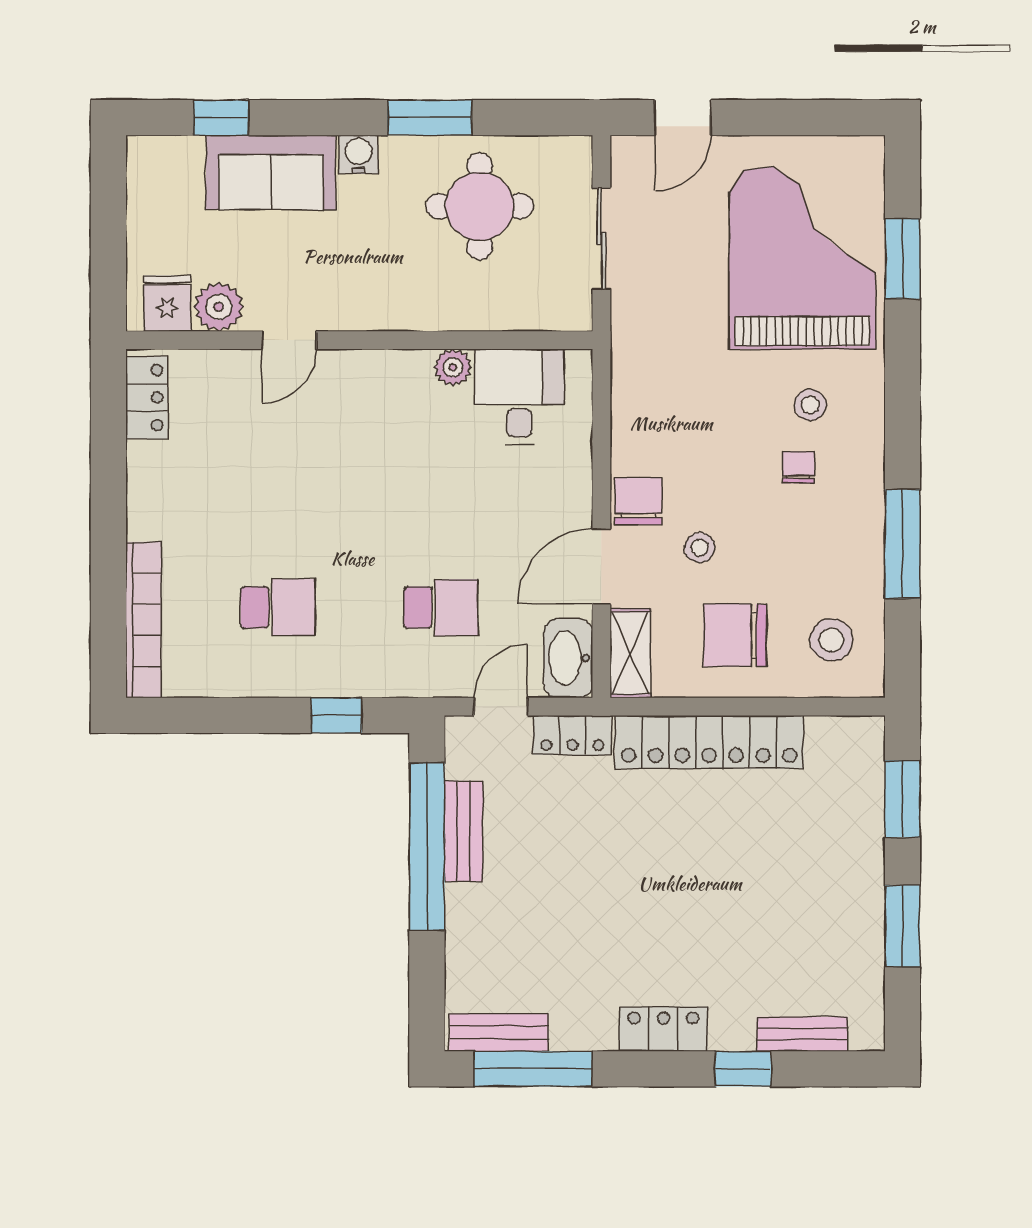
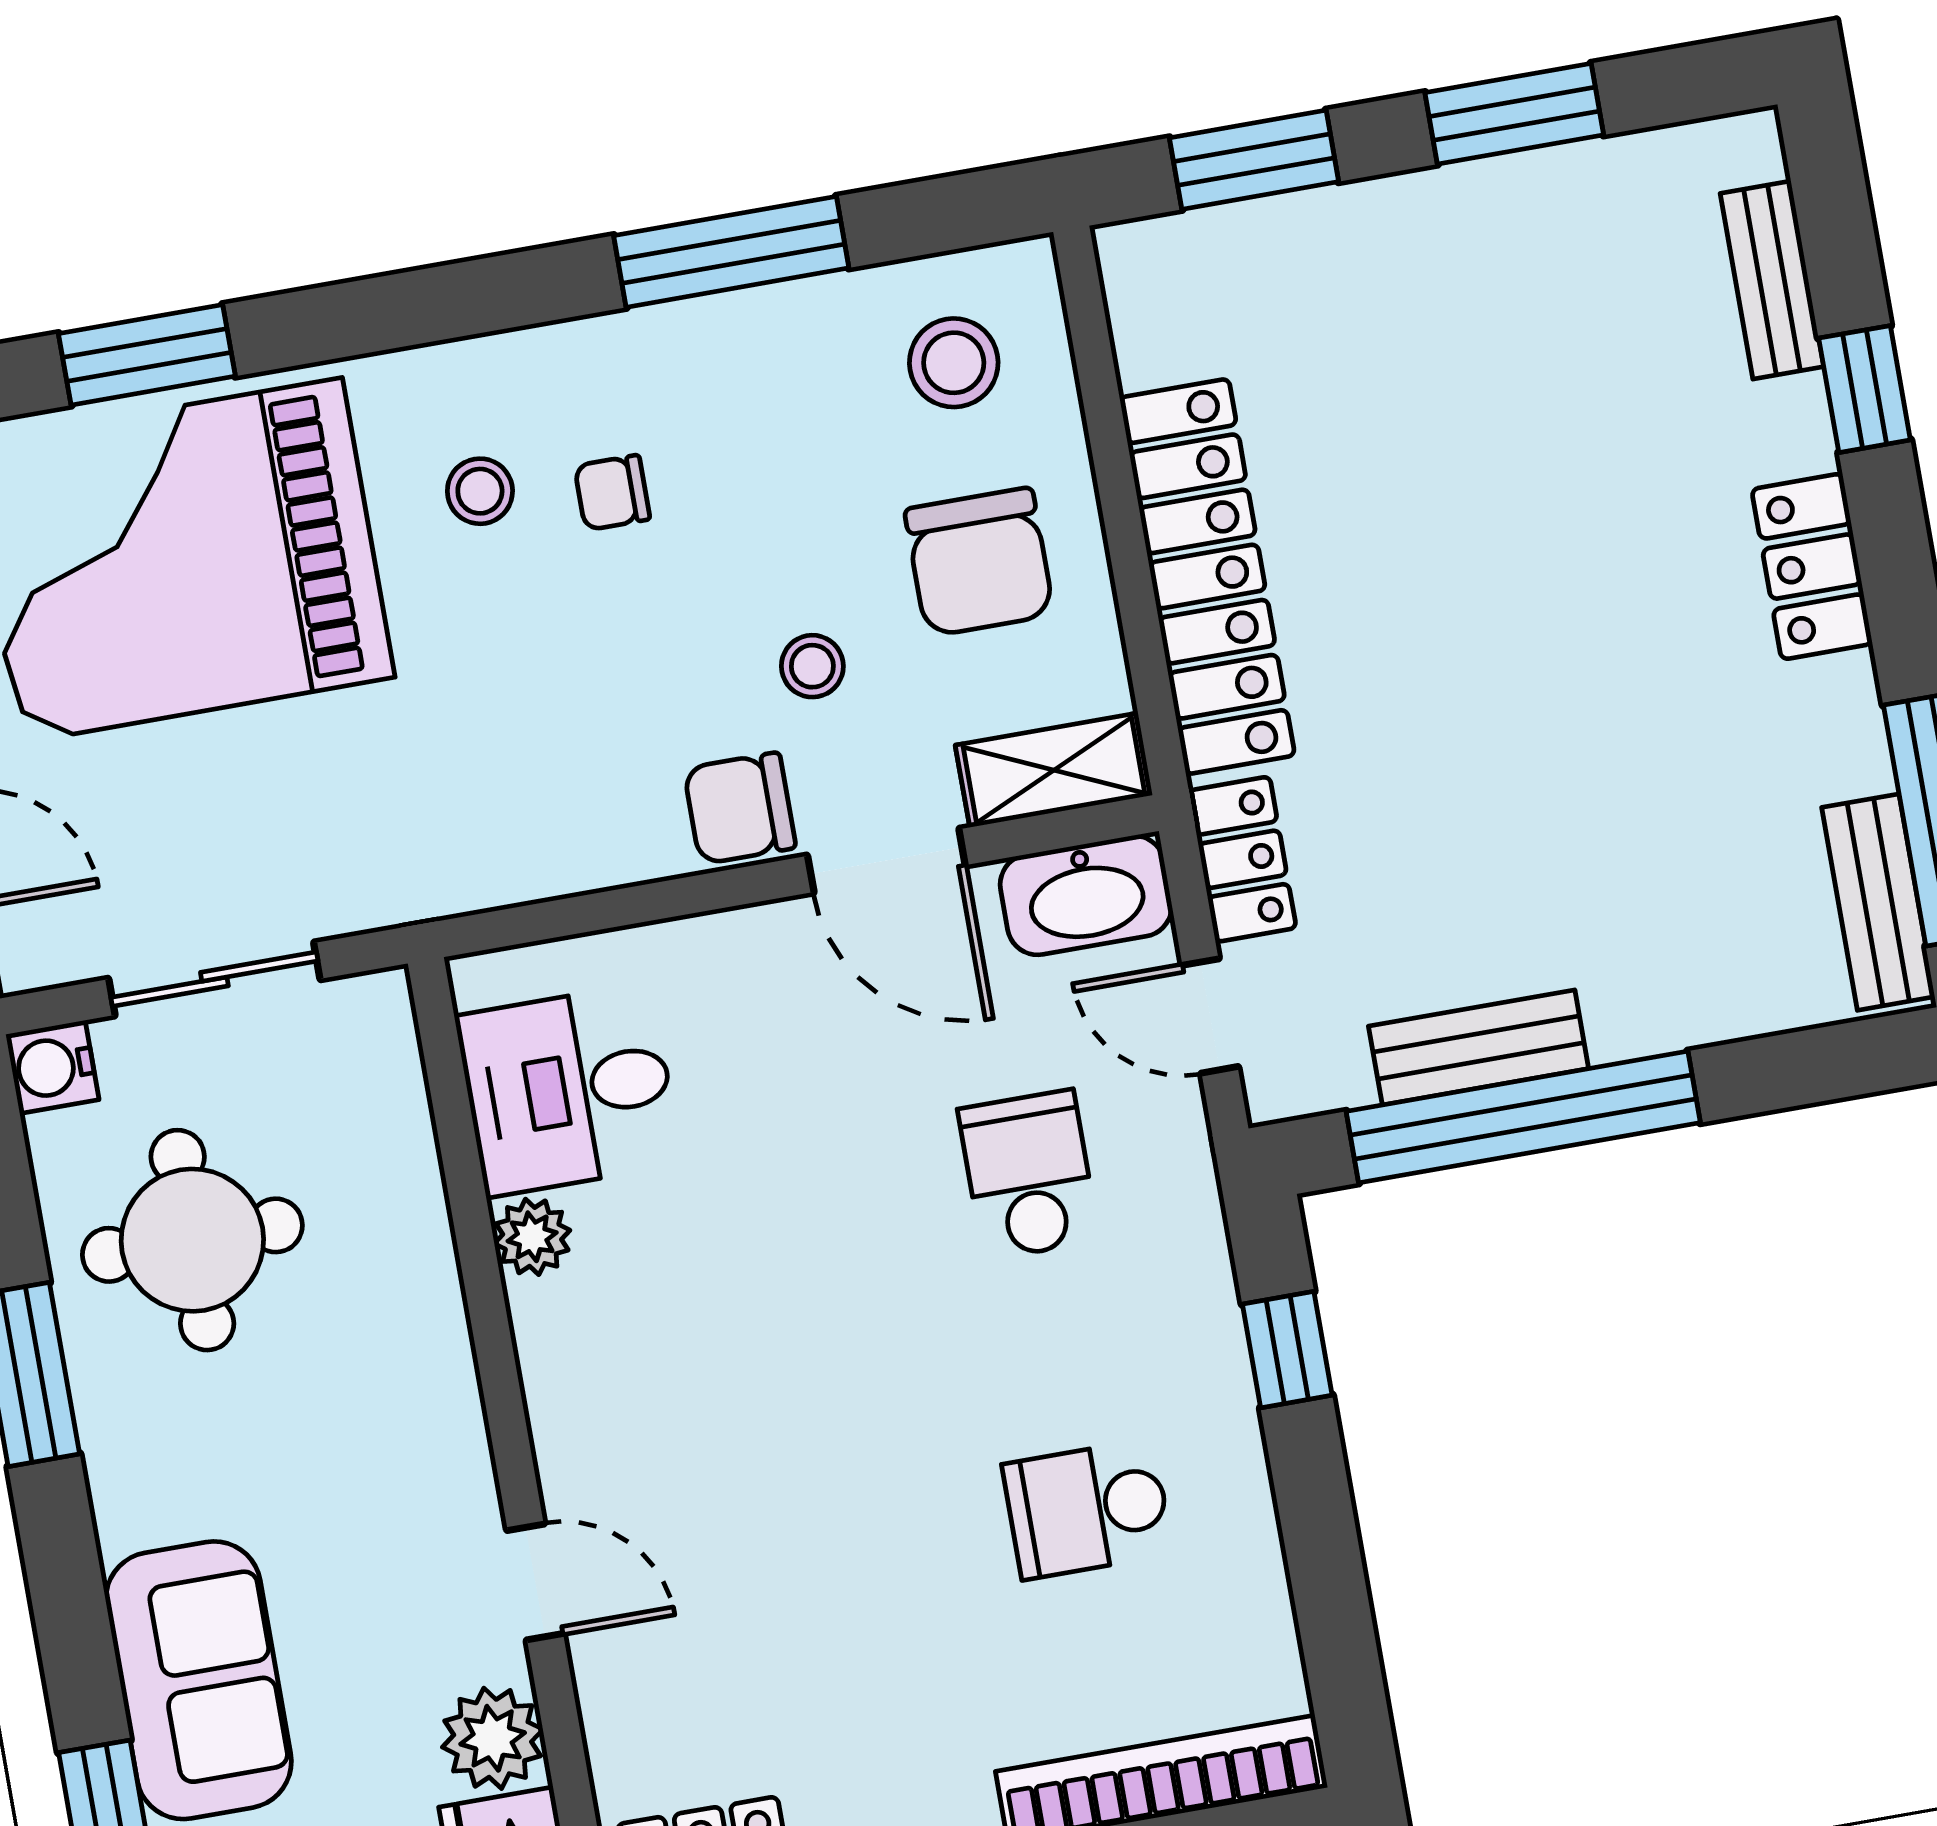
water cooler: (359, 154) -> (52, 1067), moved
school desk: (278, 608) -> (1088, 1509), turned -90

